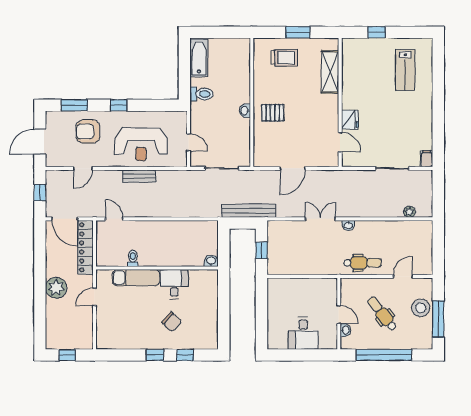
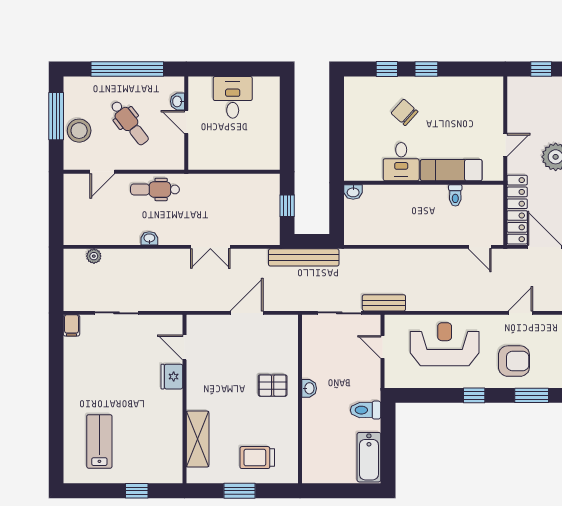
bench: (139, 176) -> (384, 303), moved
washbasin: (348, 225) -> (149, 238), moved

